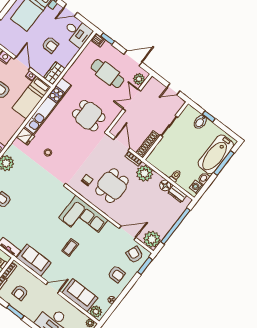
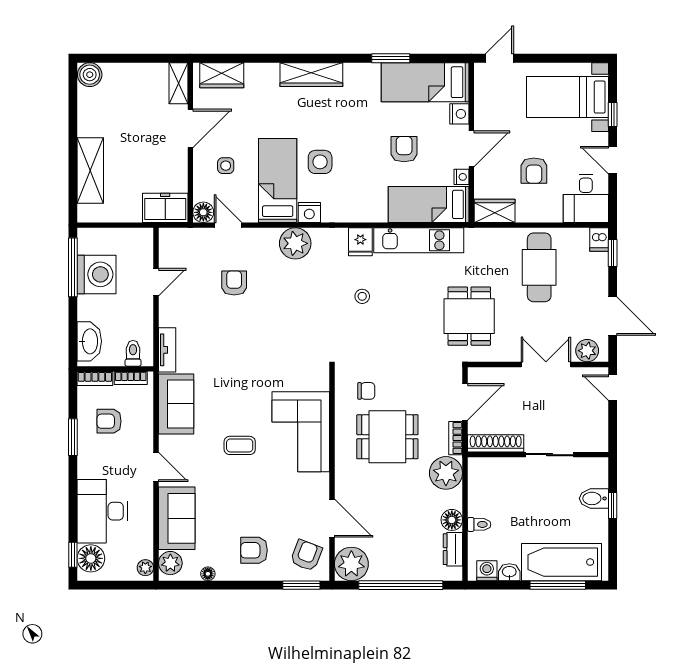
cafe table: (107, 74) -> (539, 267), moved
door: (173, 89) -> (613, 388), moved
kitchen unit: (48, 106) -> (419, 240), width x0.73
armchair: (116, 274) -> (254, 550), turned 90

